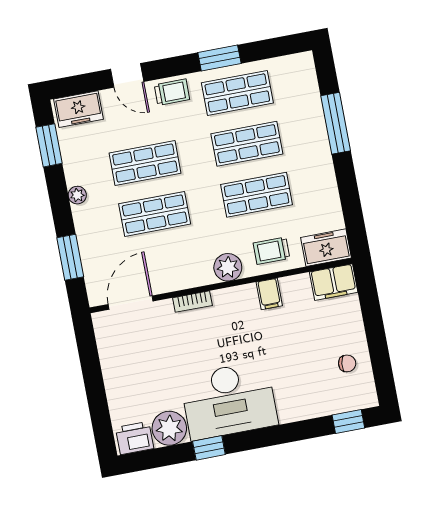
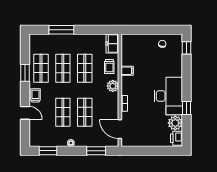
door: (127, 75) -> (25, 113), hinge flipped
freezer: (79, 109) -> (35, 136), removed
filing cabinet: (334, 282) -> (127, 43), removed

